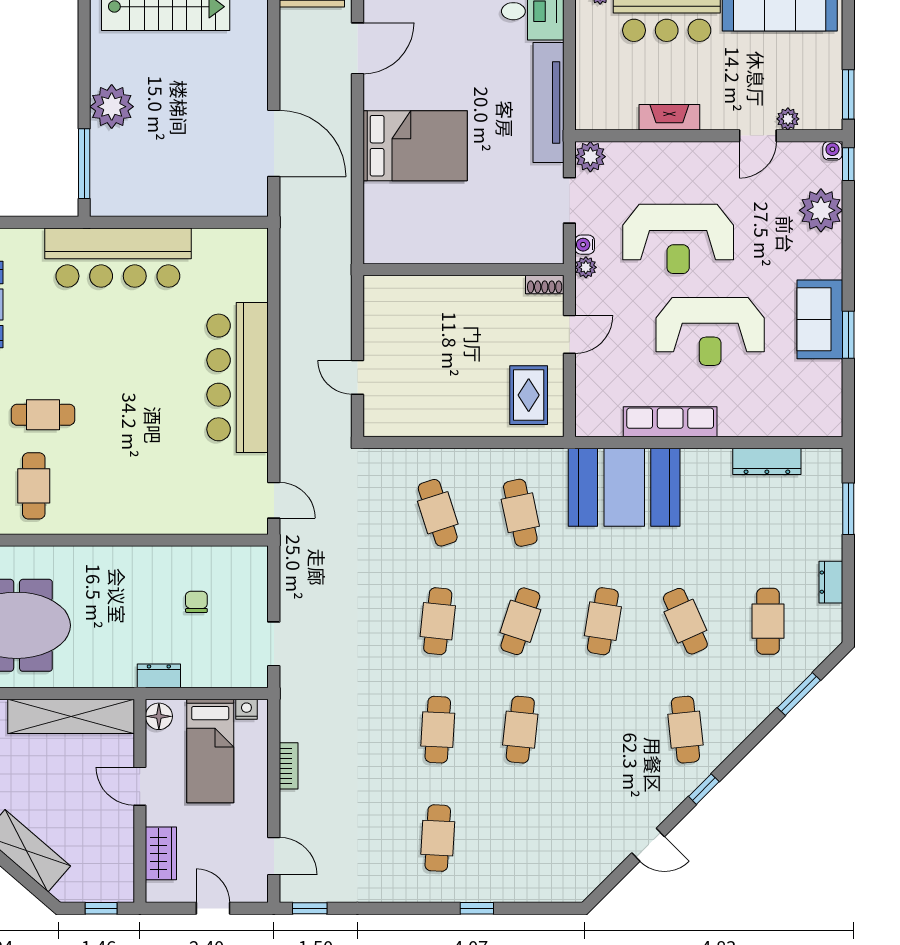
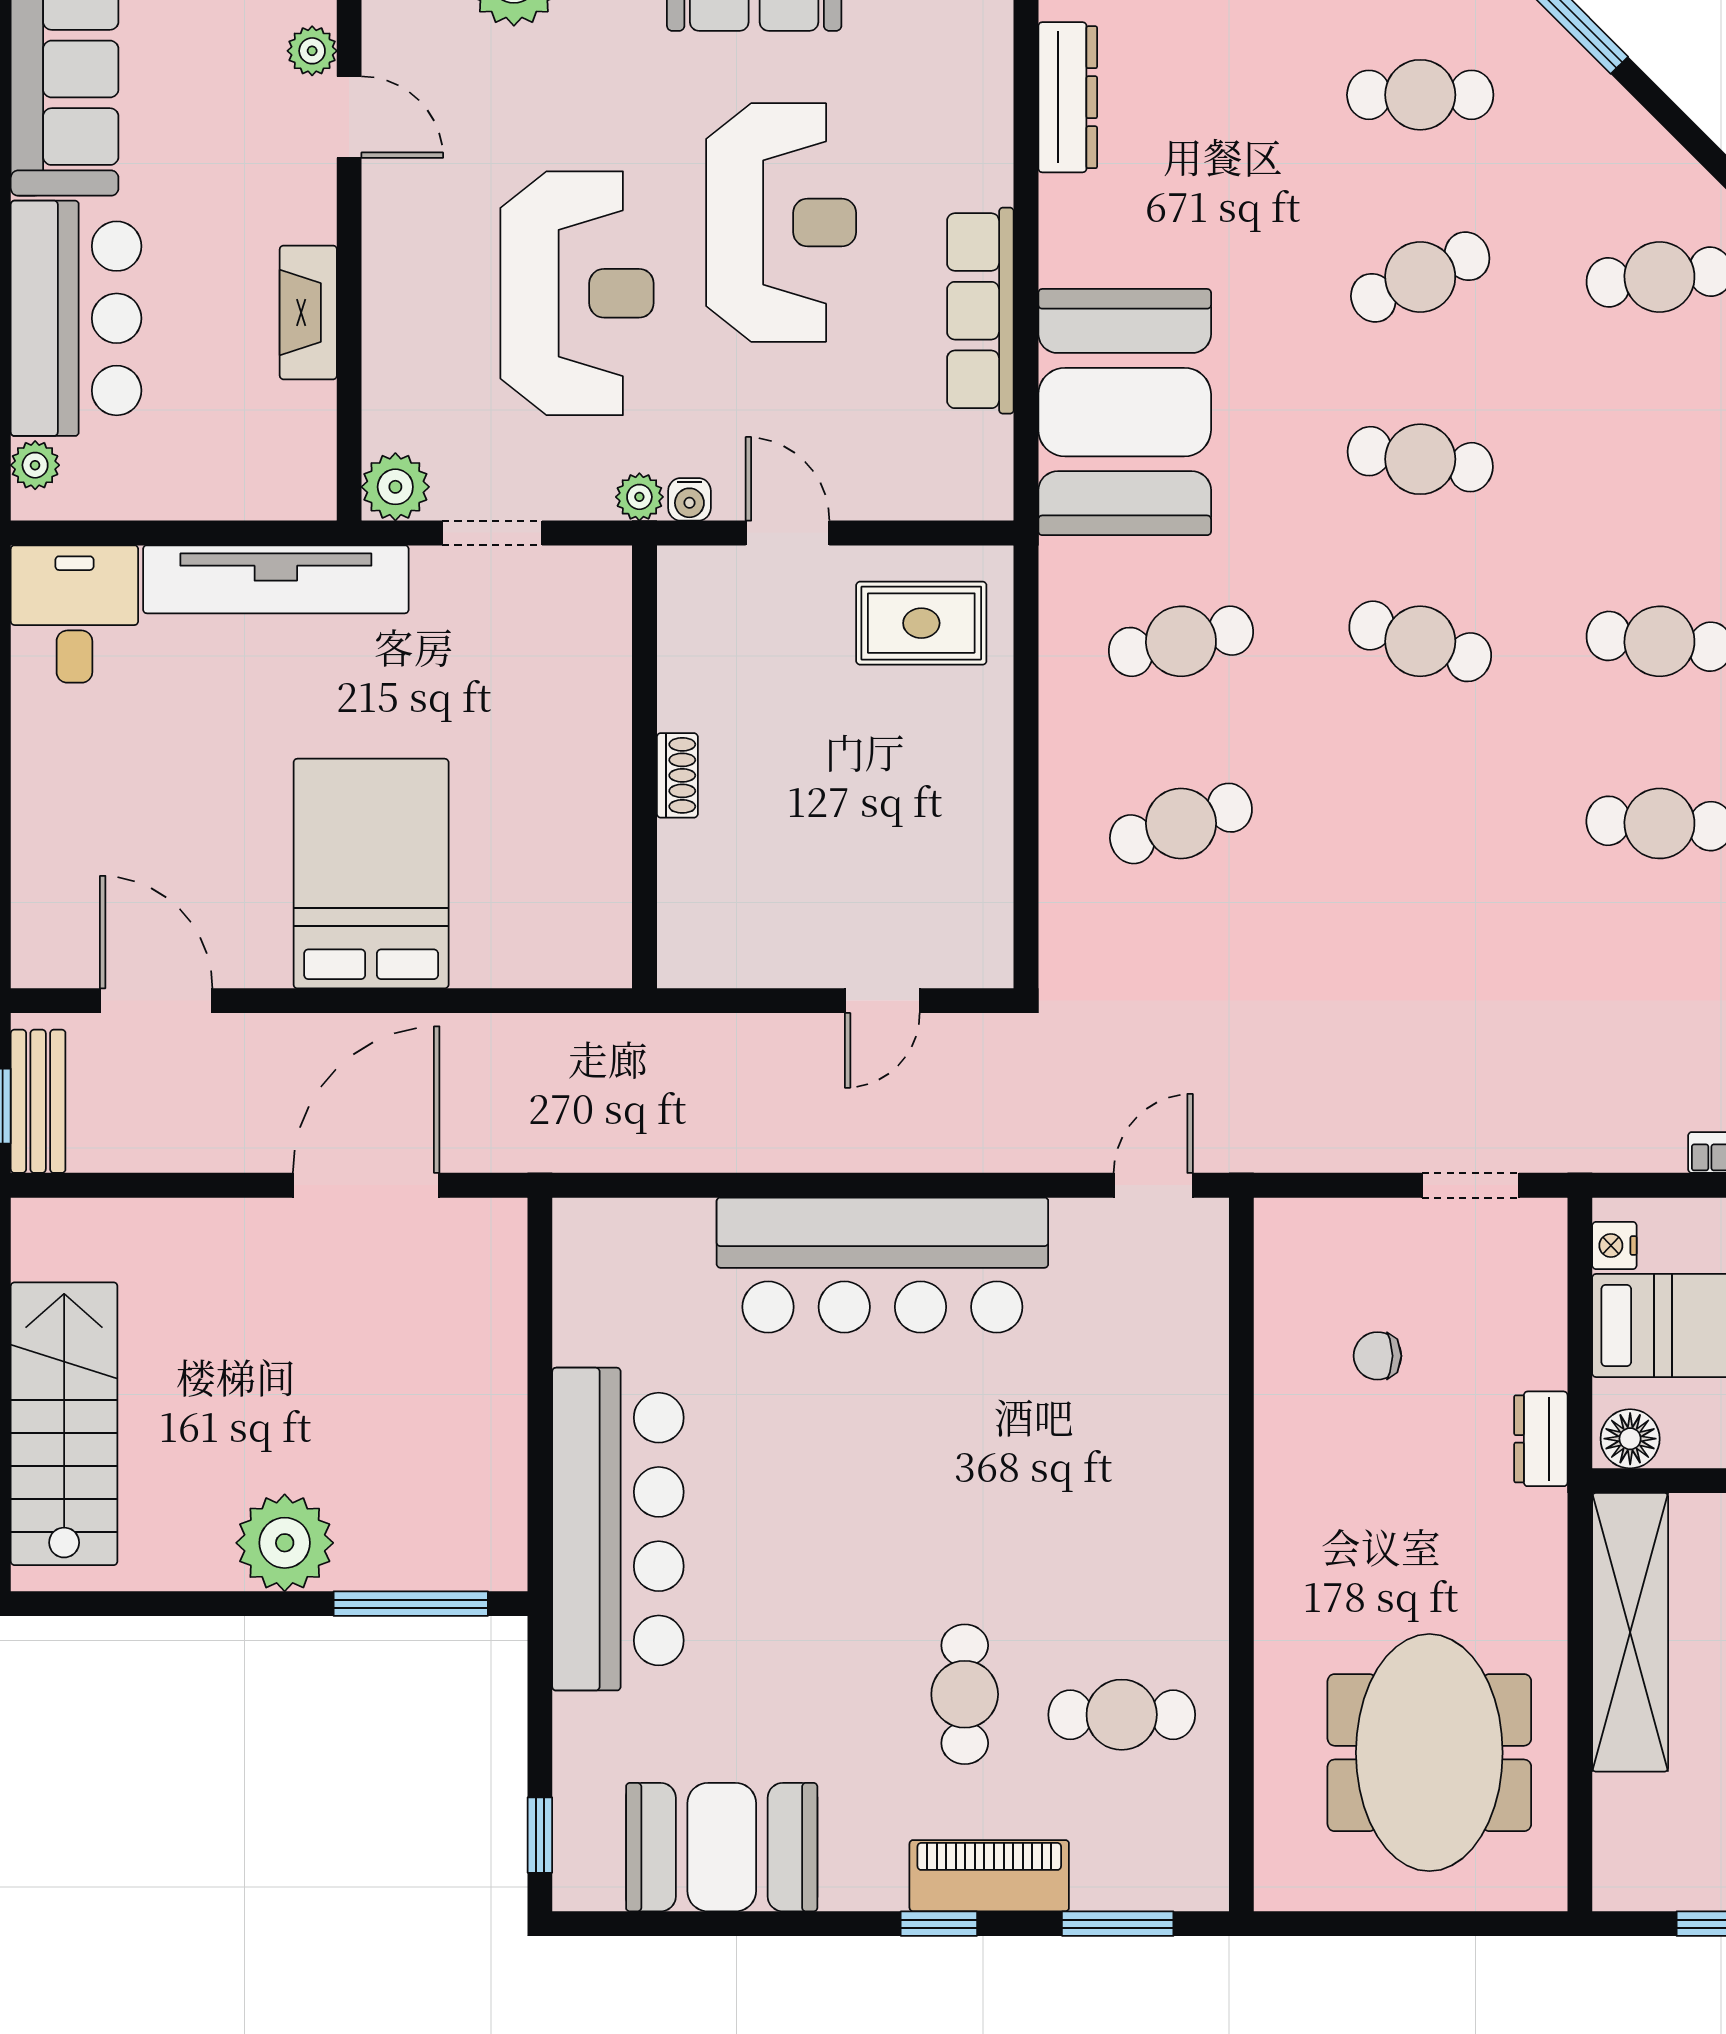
water cooler: (585, 245) -> (689, 499), moved
shoe rack: (545, 284) -> (677, 775), moved
cafe table: (438, 621) -> (1420, 823), removed

